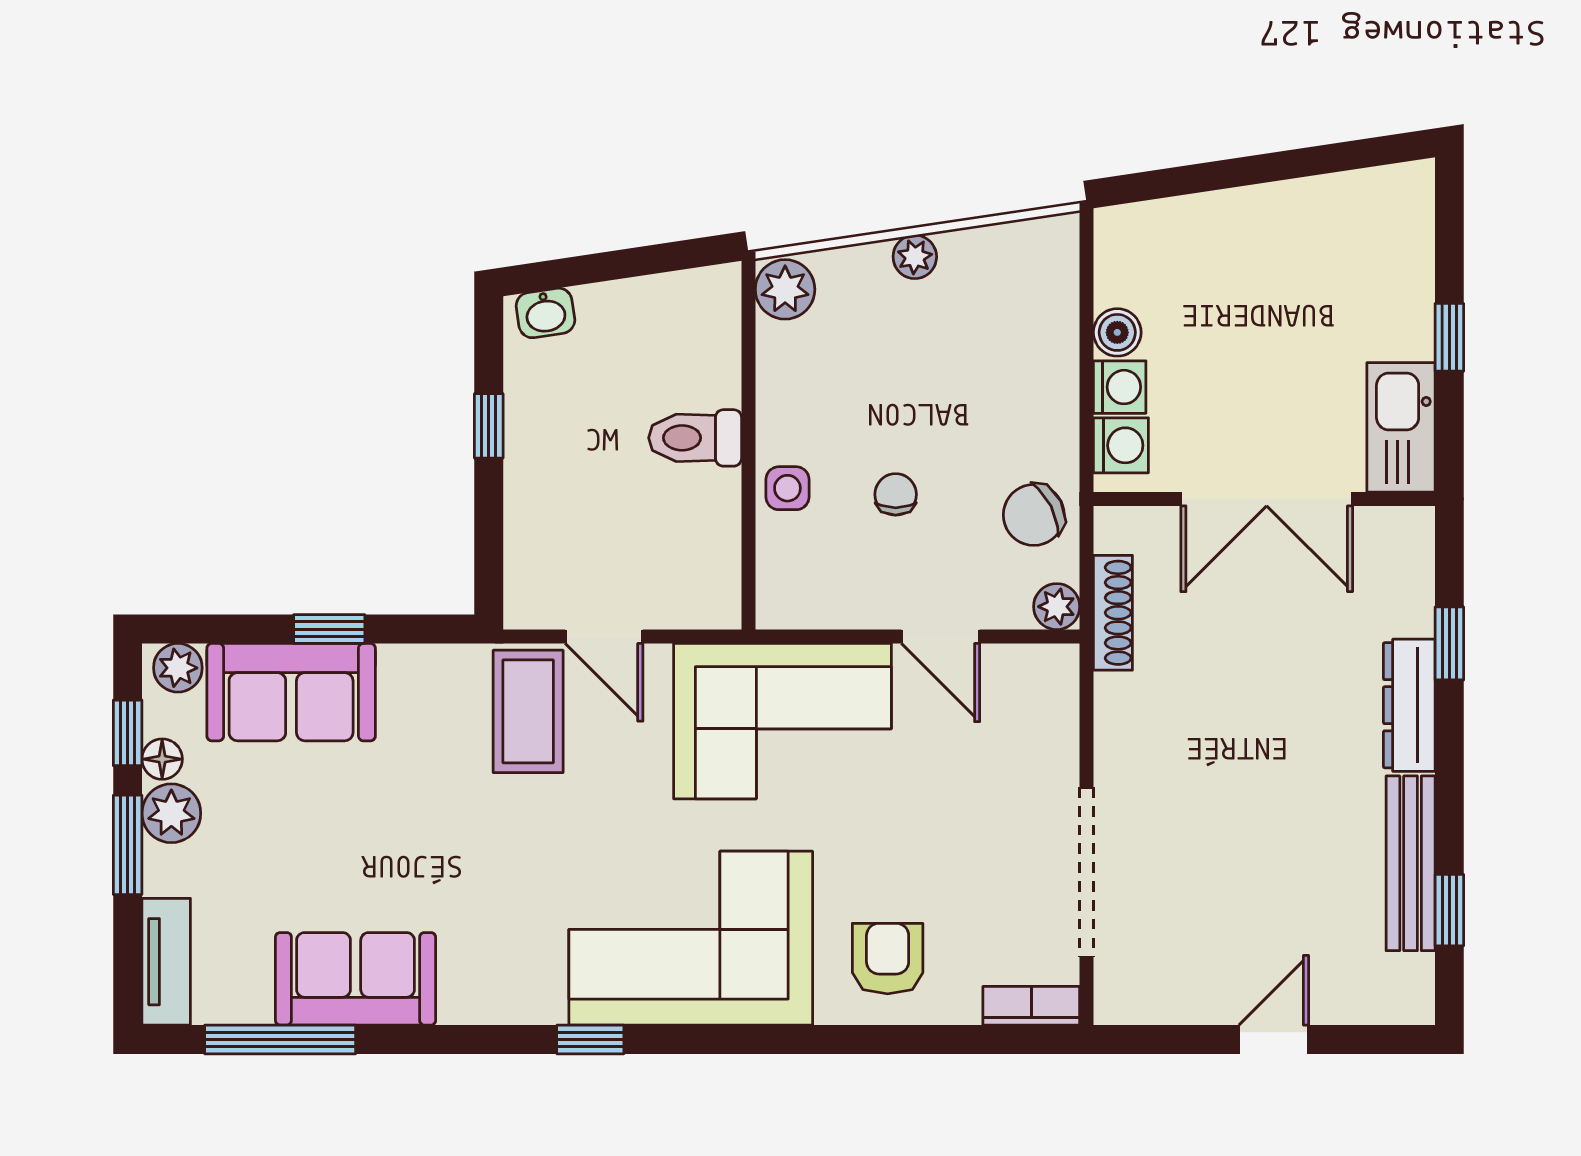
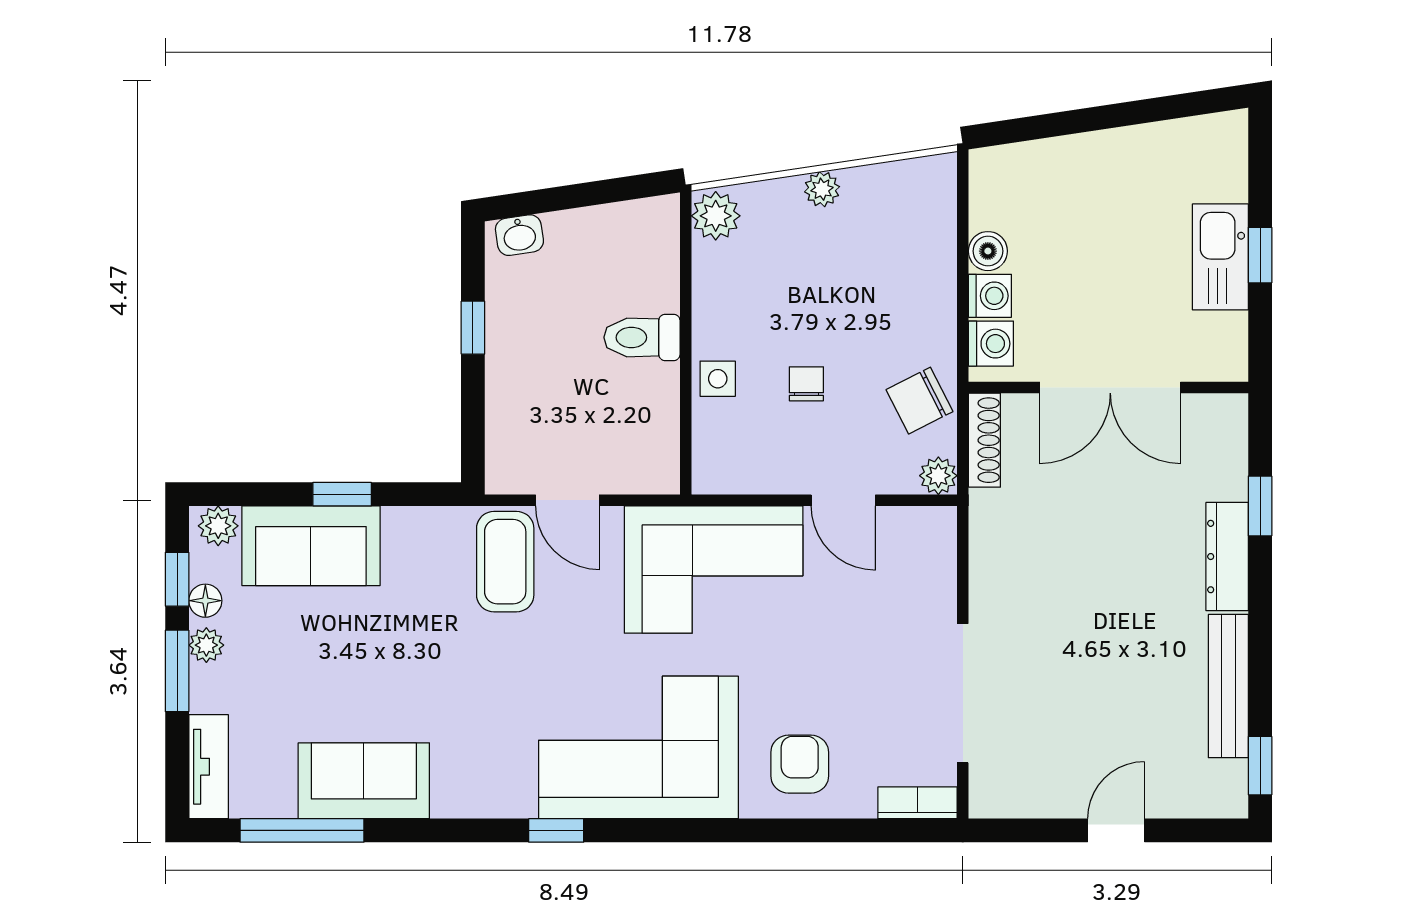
kitchen sink: (1401, 427) -> (1220, 257), moved
shoe rack: (1113, 613) -> (984, 440), moved
plant: (171, 813) -> (206, 645), width x0.73, depth x0.73
window: (1449, 910) -> (1260, 766), moved

